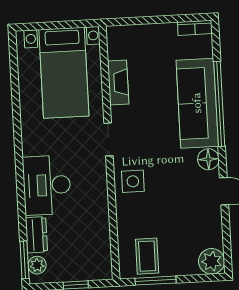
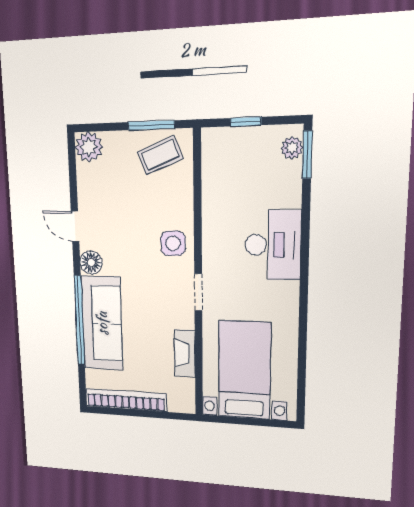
bookcase: (195, 28) -> (126, 400), width x2.31, depth x1.31
dresser: (36, 235) -> (290, 186), removed
coffee table: (147, 256) -> (160, 155), turned 68

